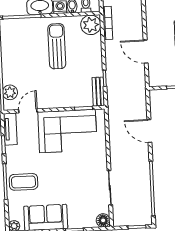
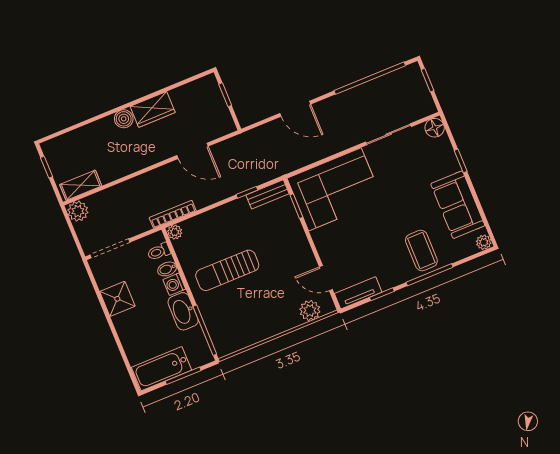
plant: (91, 25) -> (175, 232), width x0.53, depth x0.53
door: (146, 52) -> (193, 151), hinge flipped
corner sofa: (67, 131) -> (335, 189), moved, turned 90
door: (149, 131) -> (295, 109), hinge flipped

